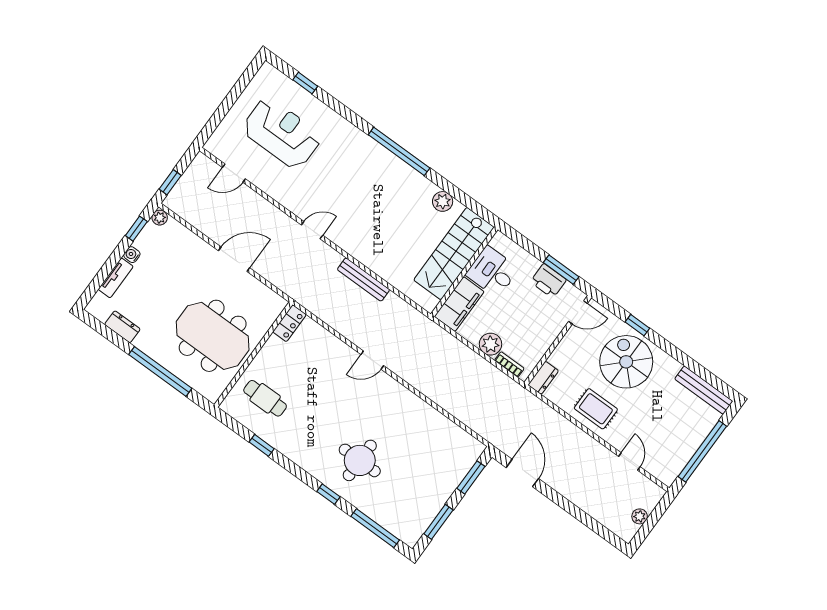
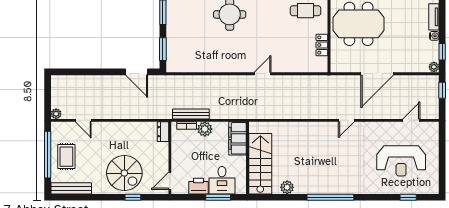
door: (234, 259) -> (377, 74), width x1.36
window: (561, 270) -> (218, 197), moved
desk: (492, 272) -> (222, 180), moved, turned 90
bench: (363, 279) -> (191, 114), moved
locker: (289, 323) -> (322, 45), moved
rug: (596, 409) -> (66, 157), moved, turned 90
plant: (640, 516) -> (56, 114), moved

